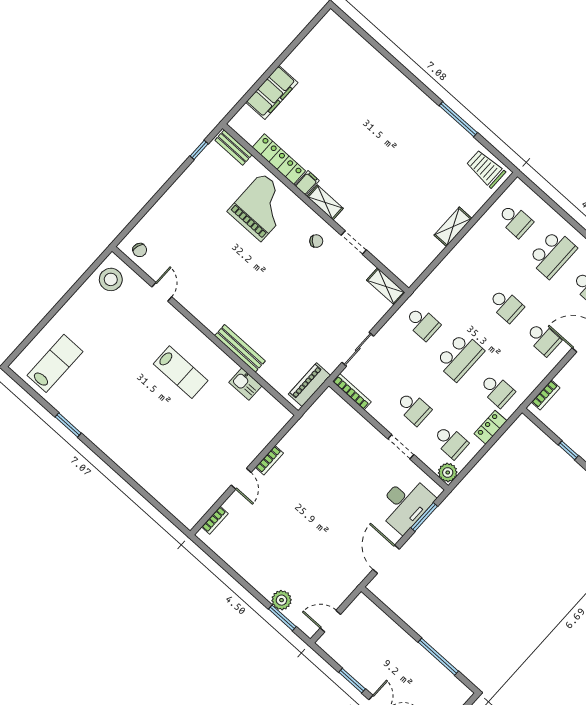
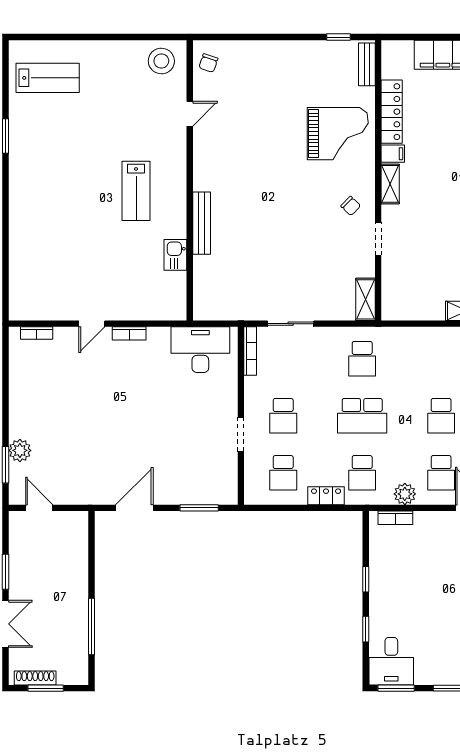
piano: (309, 385) -> (224, 310), removed
plant: (448, 472) -> (405, 494), moved
desk: (405, 504) -> (200, 350), moved, turned 180

